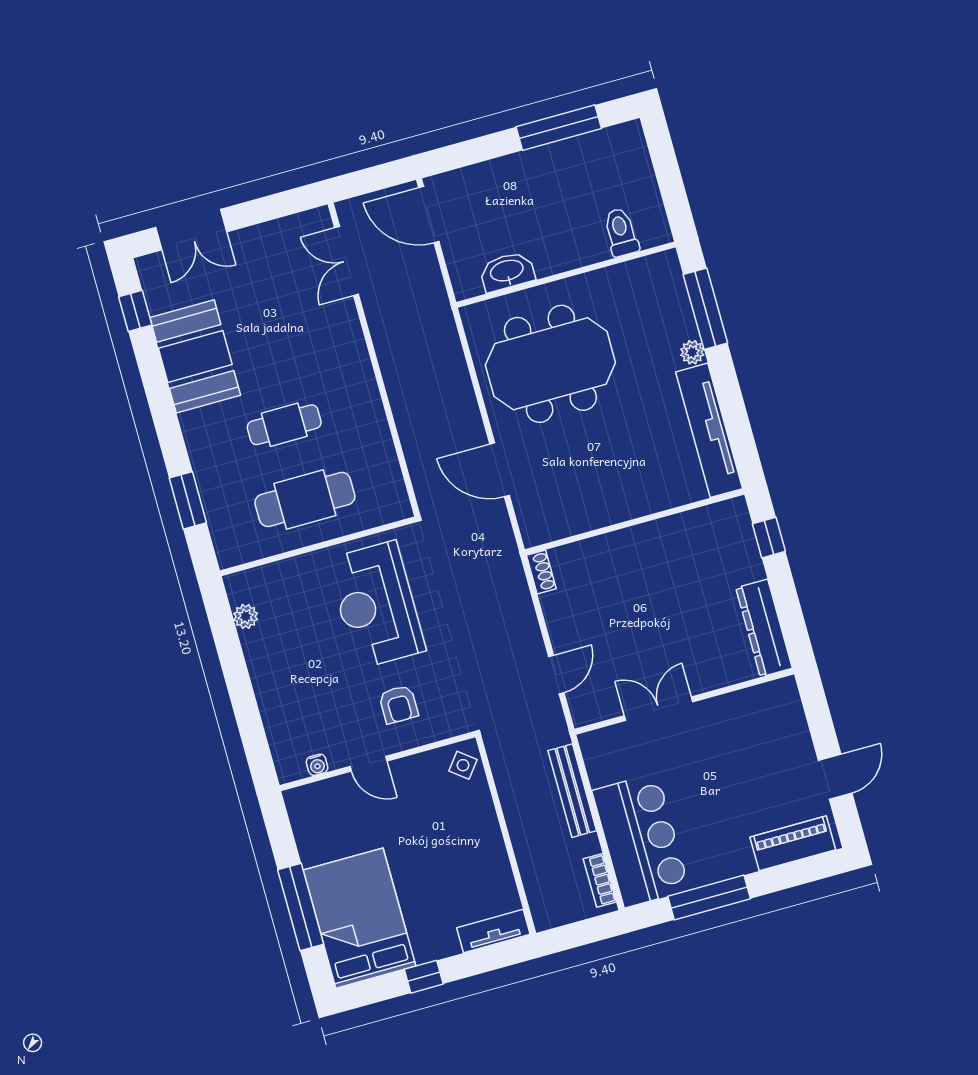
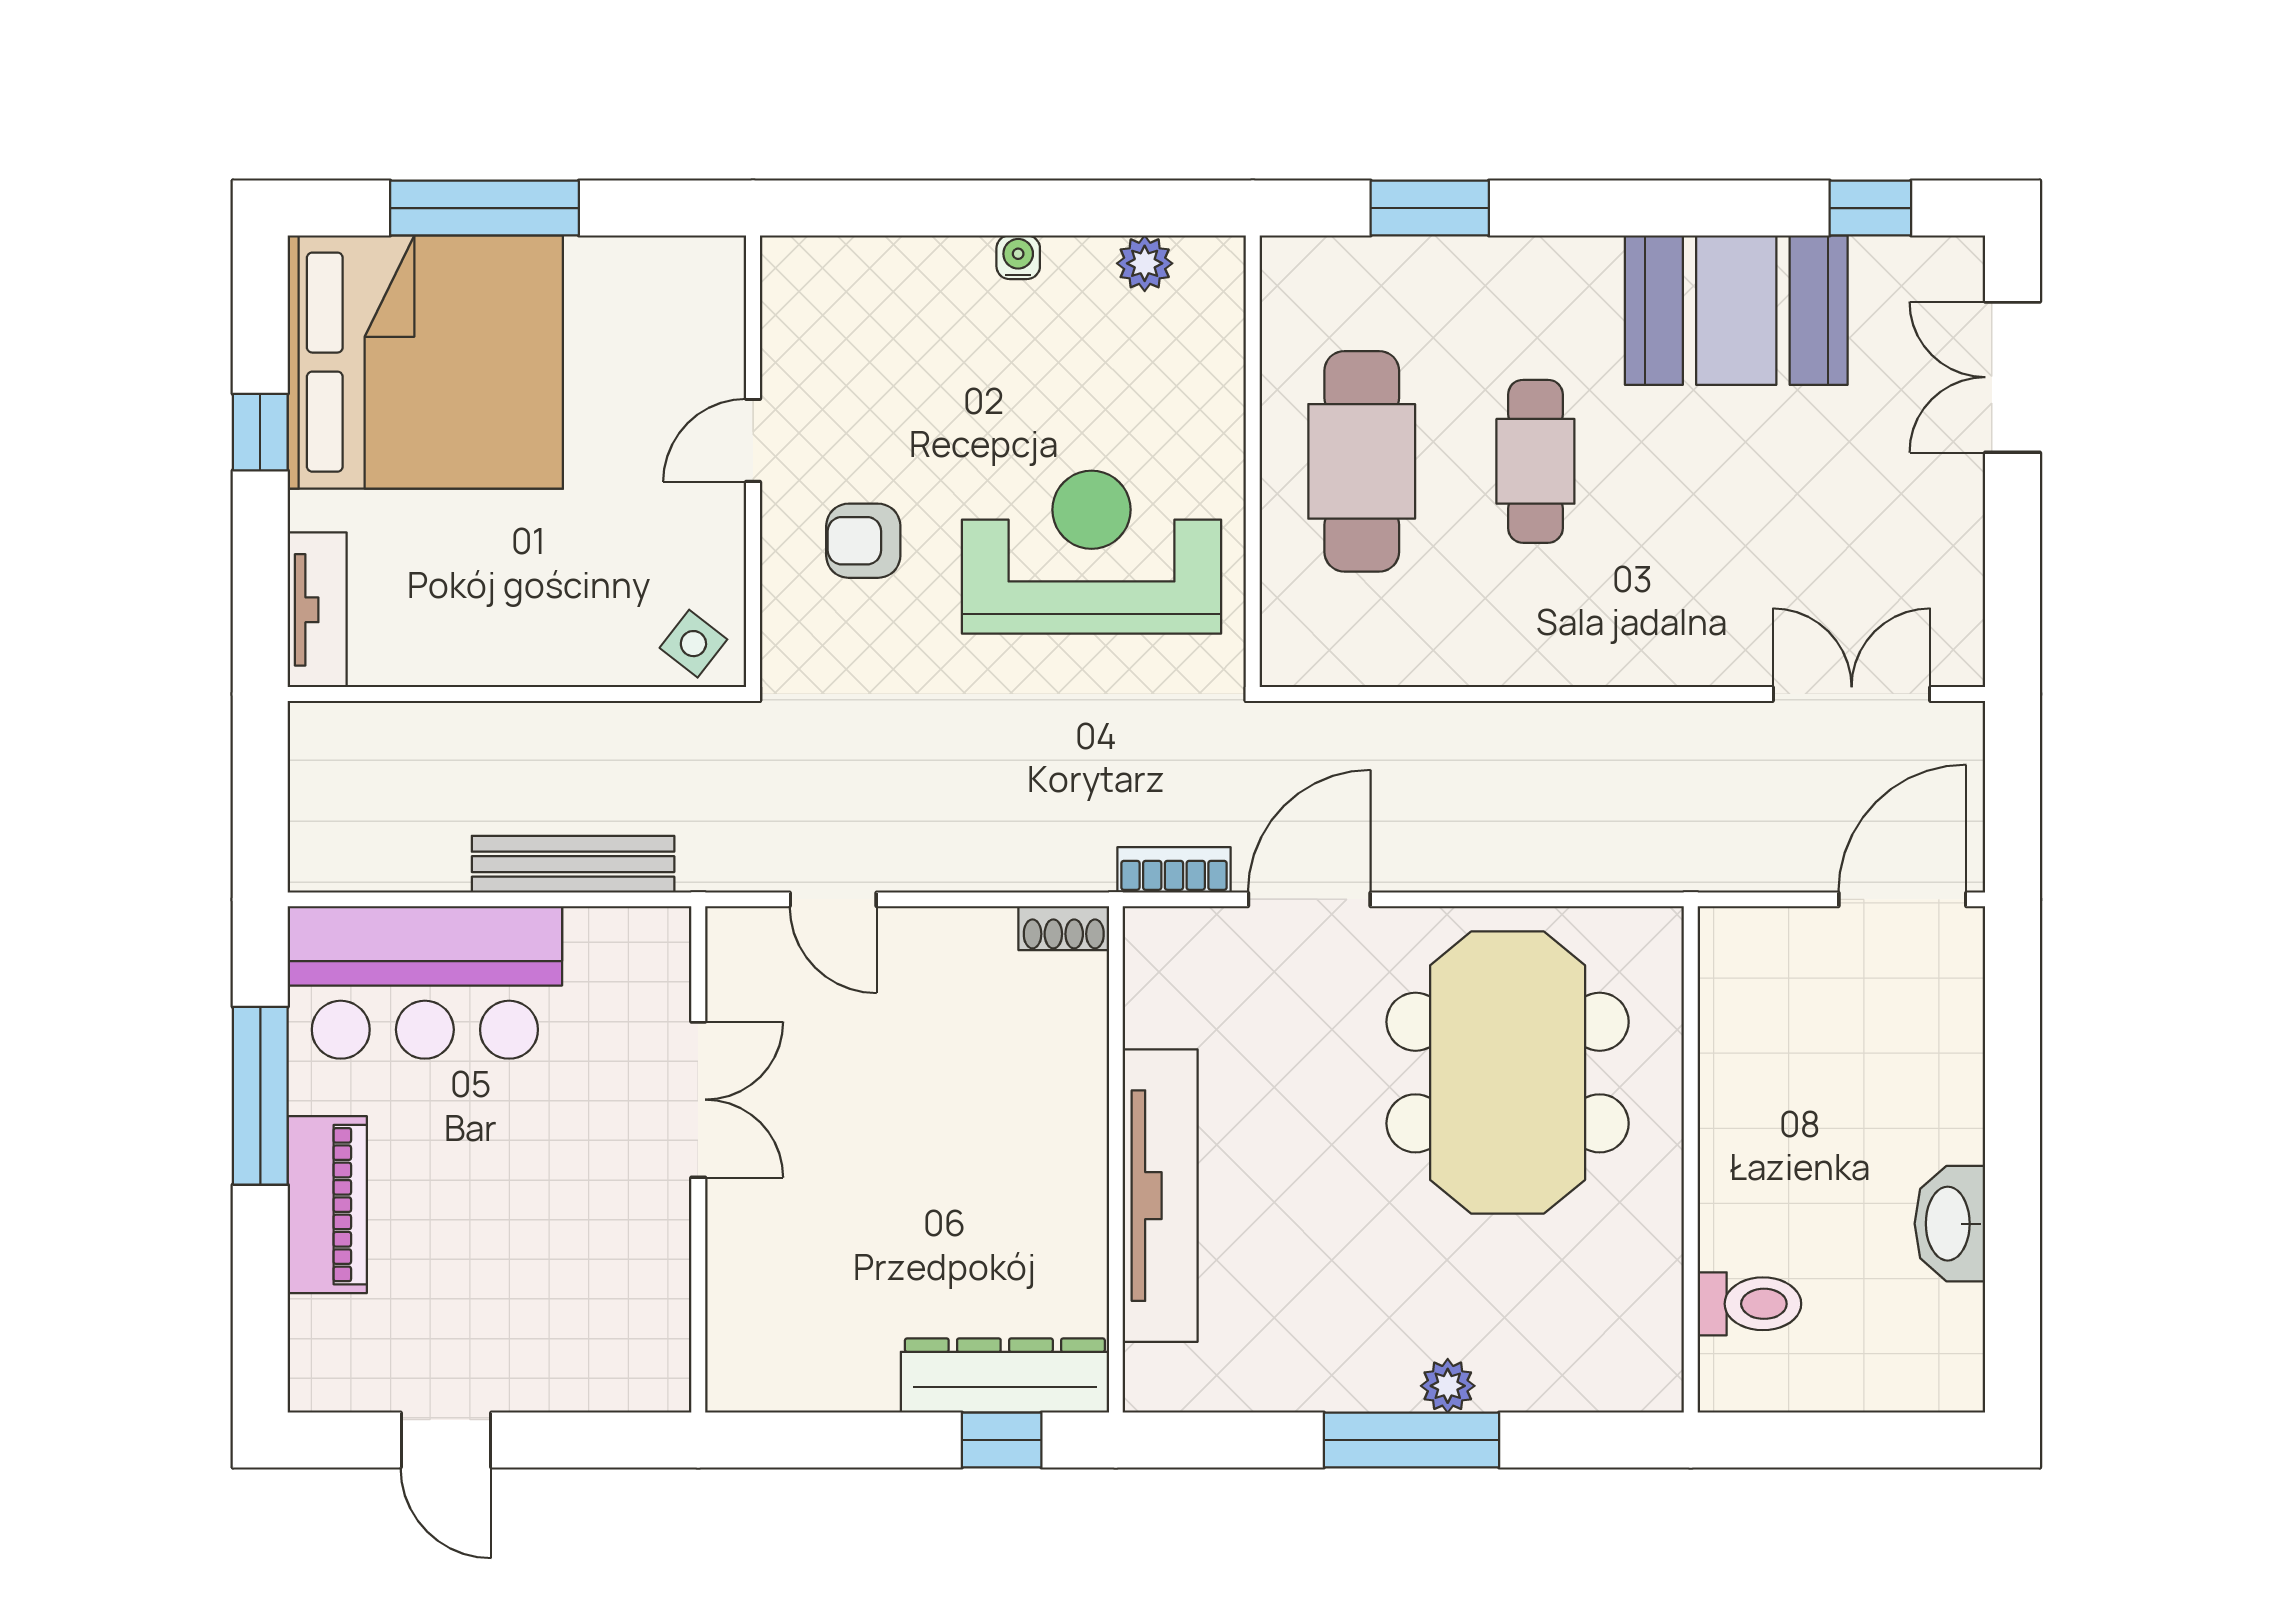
window: (559, 128) -> (2012, 1232), removed
washbasin: (507, 271) -> (1950, 1224), moved, turned 180
window: (705, 309) -> (1411, 1440), moved
tv unit: (709, 430) -> (1160, 1196), moved, turned 90
dresser: (764, 628) -> (1005, 1376), moved
water cooler: (317, 765) -> (1018, 257), moved, turned 90
piano: (793, 843) -> (327, 1205), moved
bookcase: (600, 880) -> (1174, 870), moved
bed: (359, 918) -> (425, 362), width x1.36

